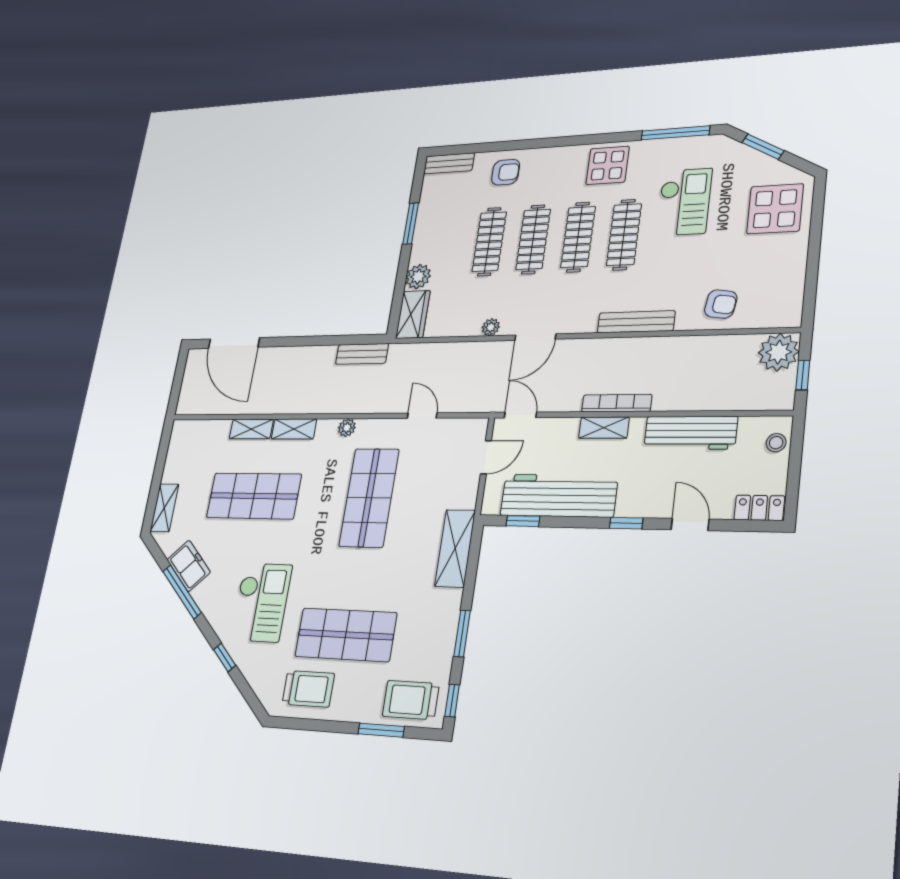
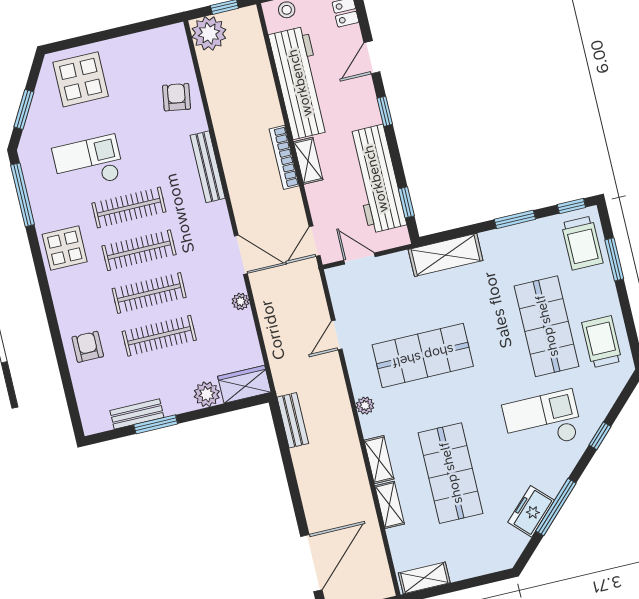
bench: (449, 163) -> (137, 414), moved, turned 90
workbench: (690, 433) -> (300, 83), width x1.36, depth x1.32
shelving: (164, 508) -> (424, 578), moved

